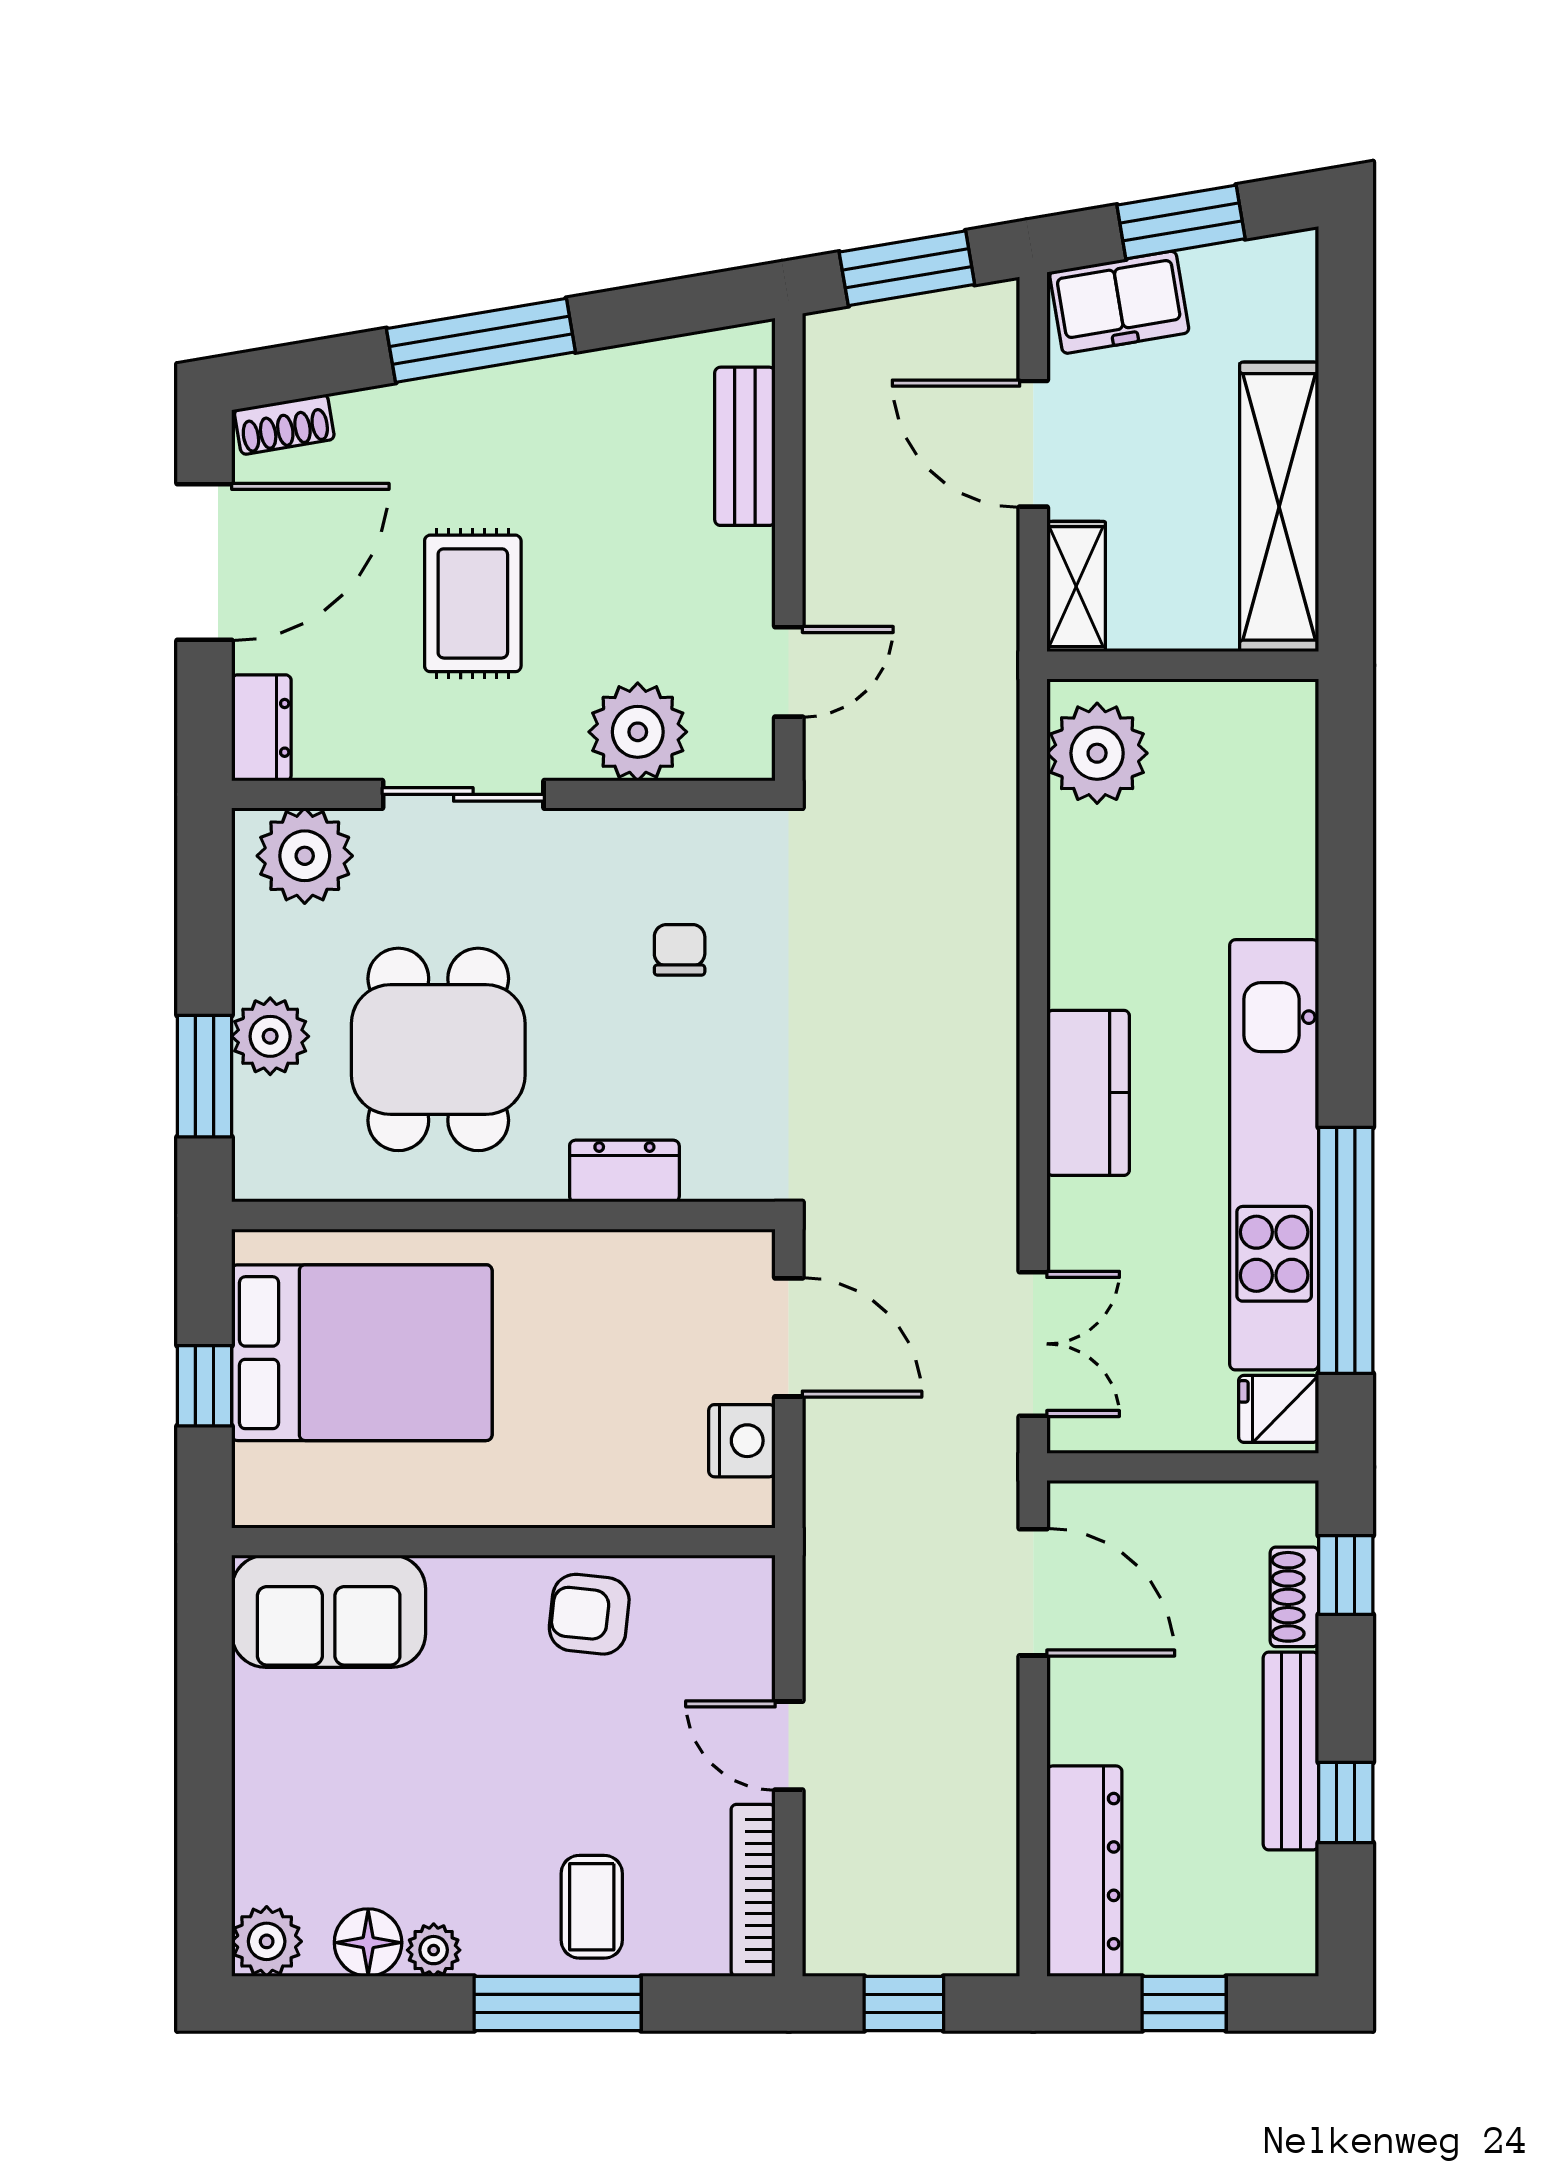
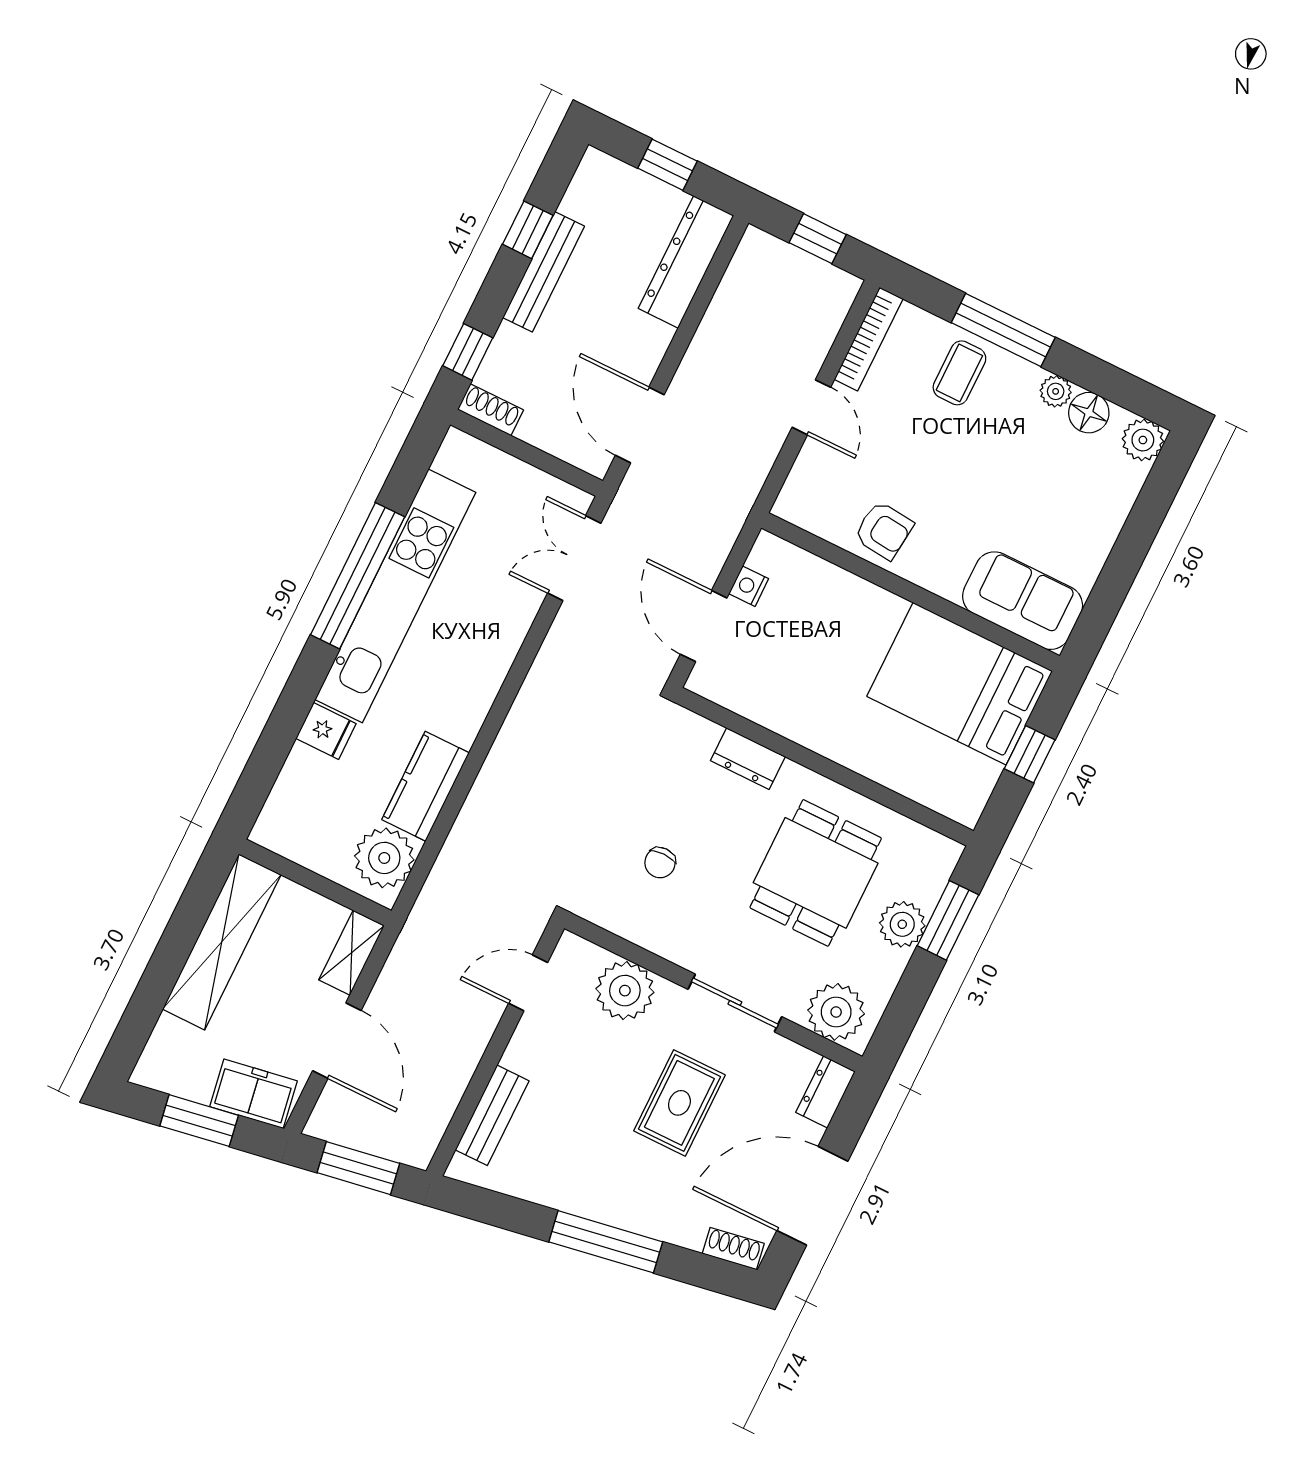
kitchen counter: (1088, 1093) -> (426, 786), moved
window: (1346, 1250) -> (358, 576), moved
bed: (362, 1353) -> (960, 684), moved
fridge: (1279, 1409) -> (326, 731), moved
nightstand: (742, 1441) -> (749, 586), width x0.72, depth x0.74
shoe rack: (1294, 1597) -> (490, 410), moved, turned -90

